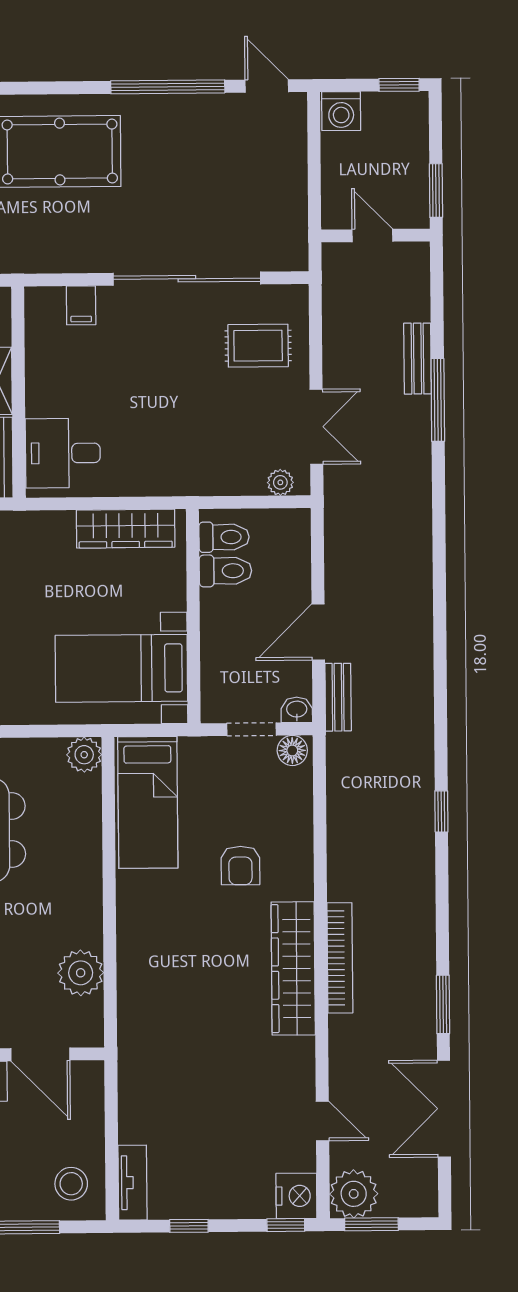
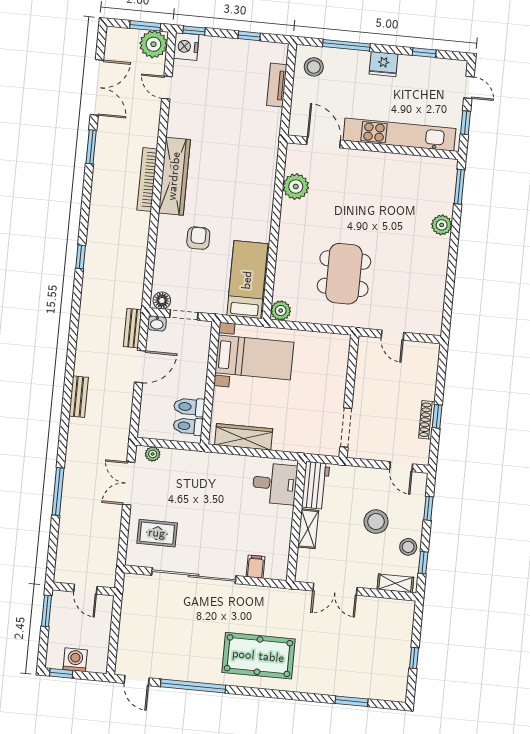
washing machine: (341, 111) -> (75, 660), moved
bench: (417, 359) -> (79, 397), moved
tv unit: (132, 1183) -> (277, 85), moved

